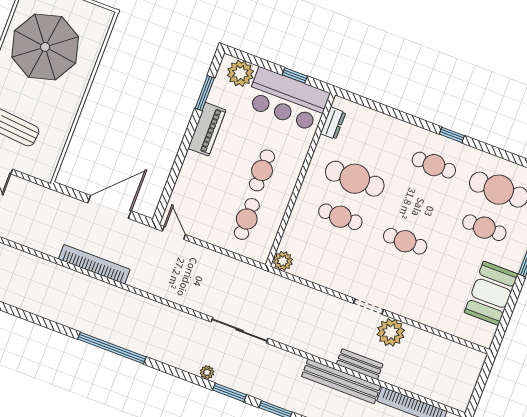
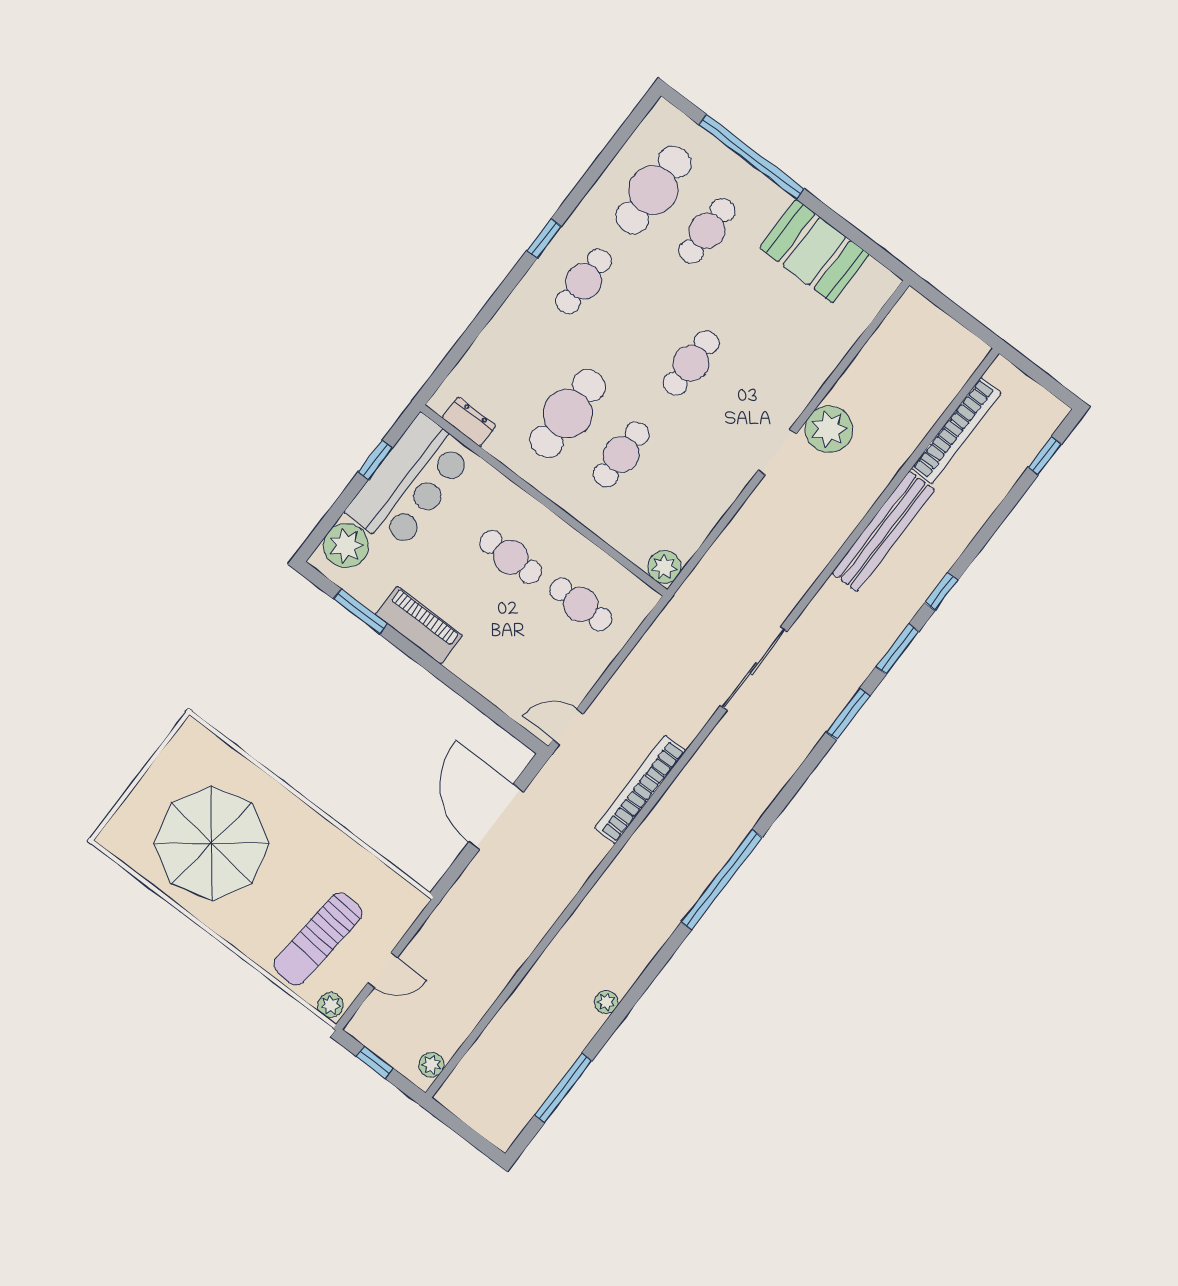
bookcase: (94, 264) -> (640, 790), moved
bench: (360, 364) -> (865, 494), removed
plant: (207, 372) -> (606, 1002), moved

